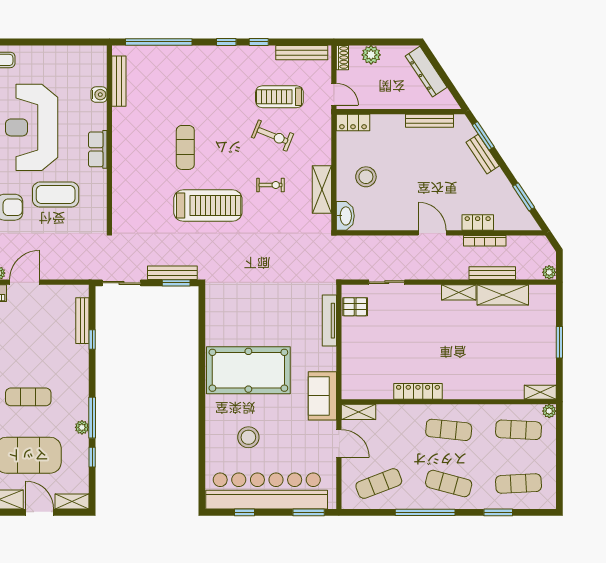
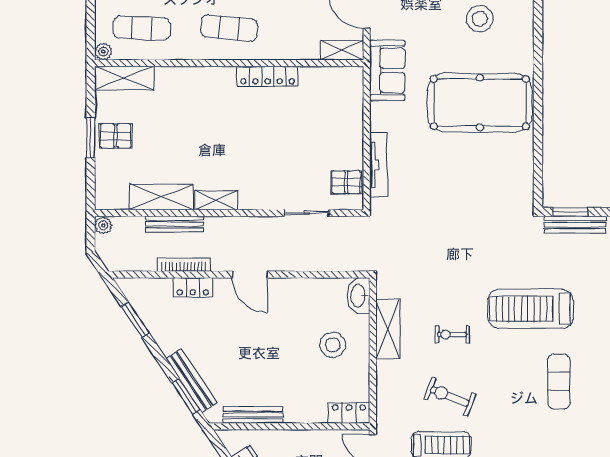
bench: (483, 154) -> (191, 381), width x1.36
pallet: (539, 344) -> (116, 136), added
shelving: (540, 392) -> (124, 78), width x1.50, depth x1.33

